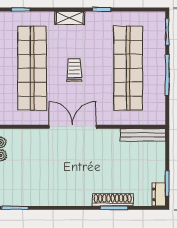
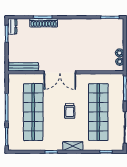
double door: (73, 127) -> (60, 72), moved

